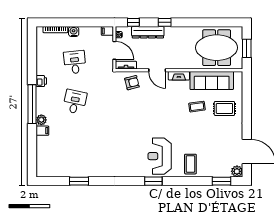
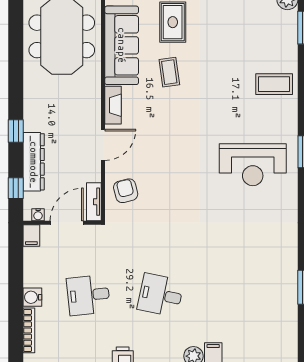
reception desk: (160, 156) -> (253, 165), moved

